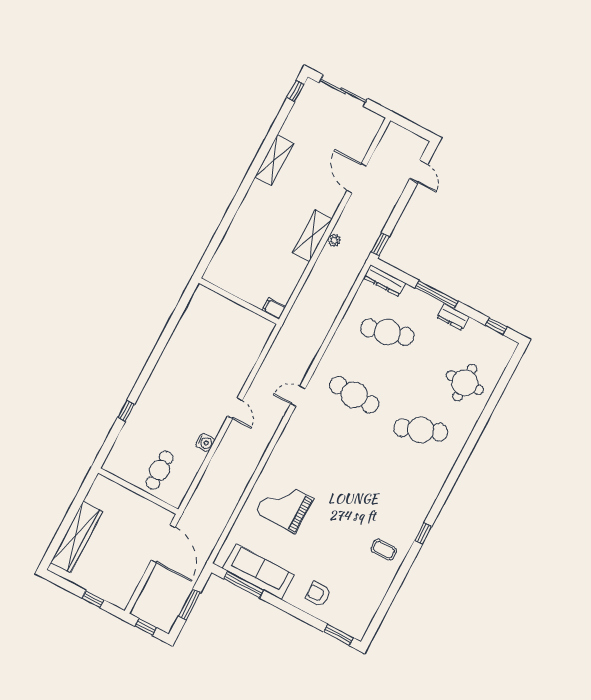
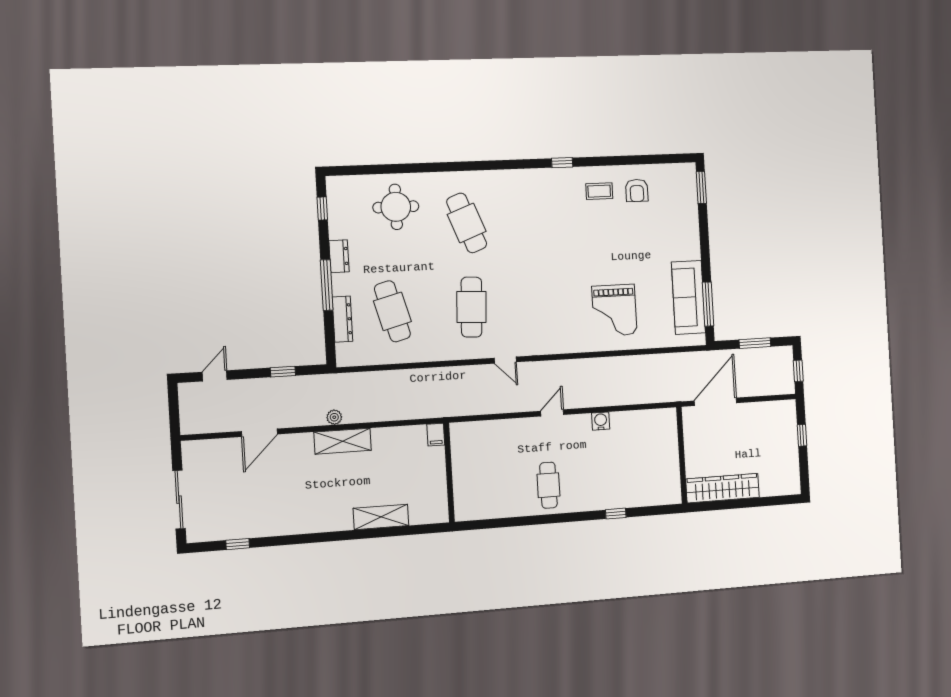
window: (295, 91) -> (238, 544), moved
shelving: (274, 160) -> (381, 517), moved
window: (380, 244) -> (283, 372), moved
dresser: (385, 281) -> (342, 319), moved
cafe table: (160, 470) -> (548, 485), moved, turned 90
wardrobe: (77, 537) -> (723, 488), moved
coffee table: (384, 550) -> (599, 191), turned 90
armchair: (318, 594) -> (637, 190), moved

